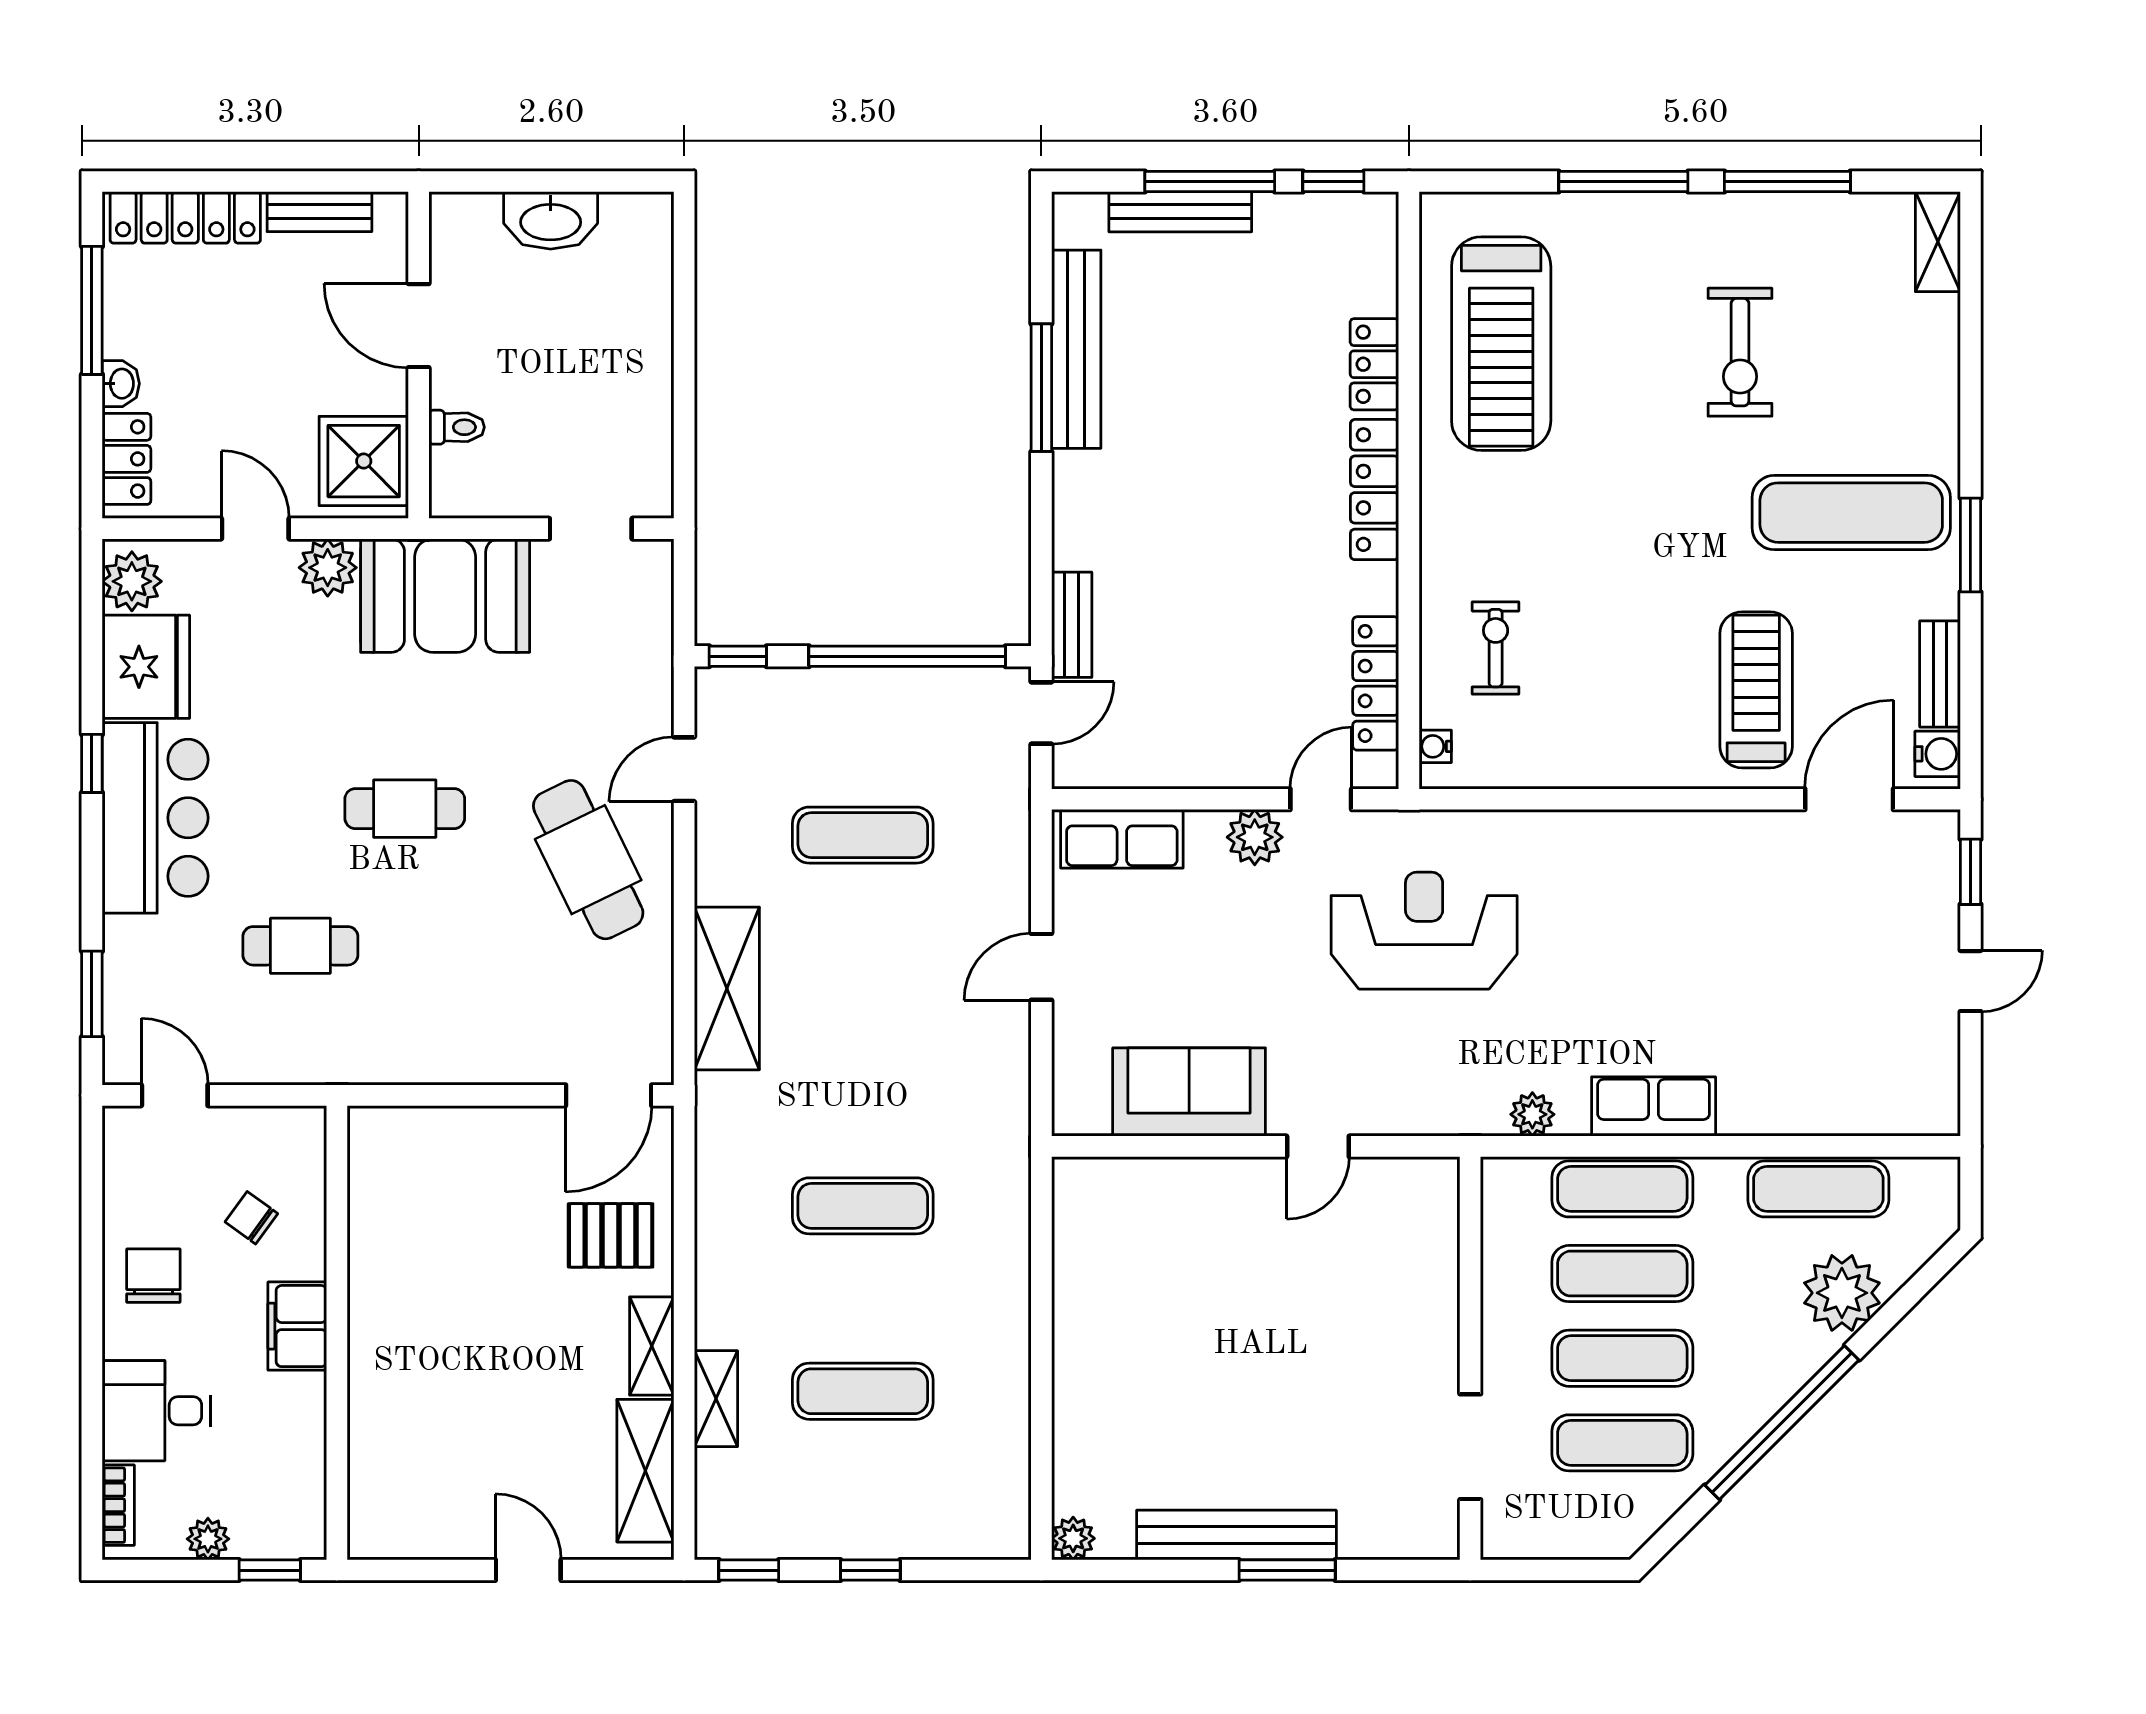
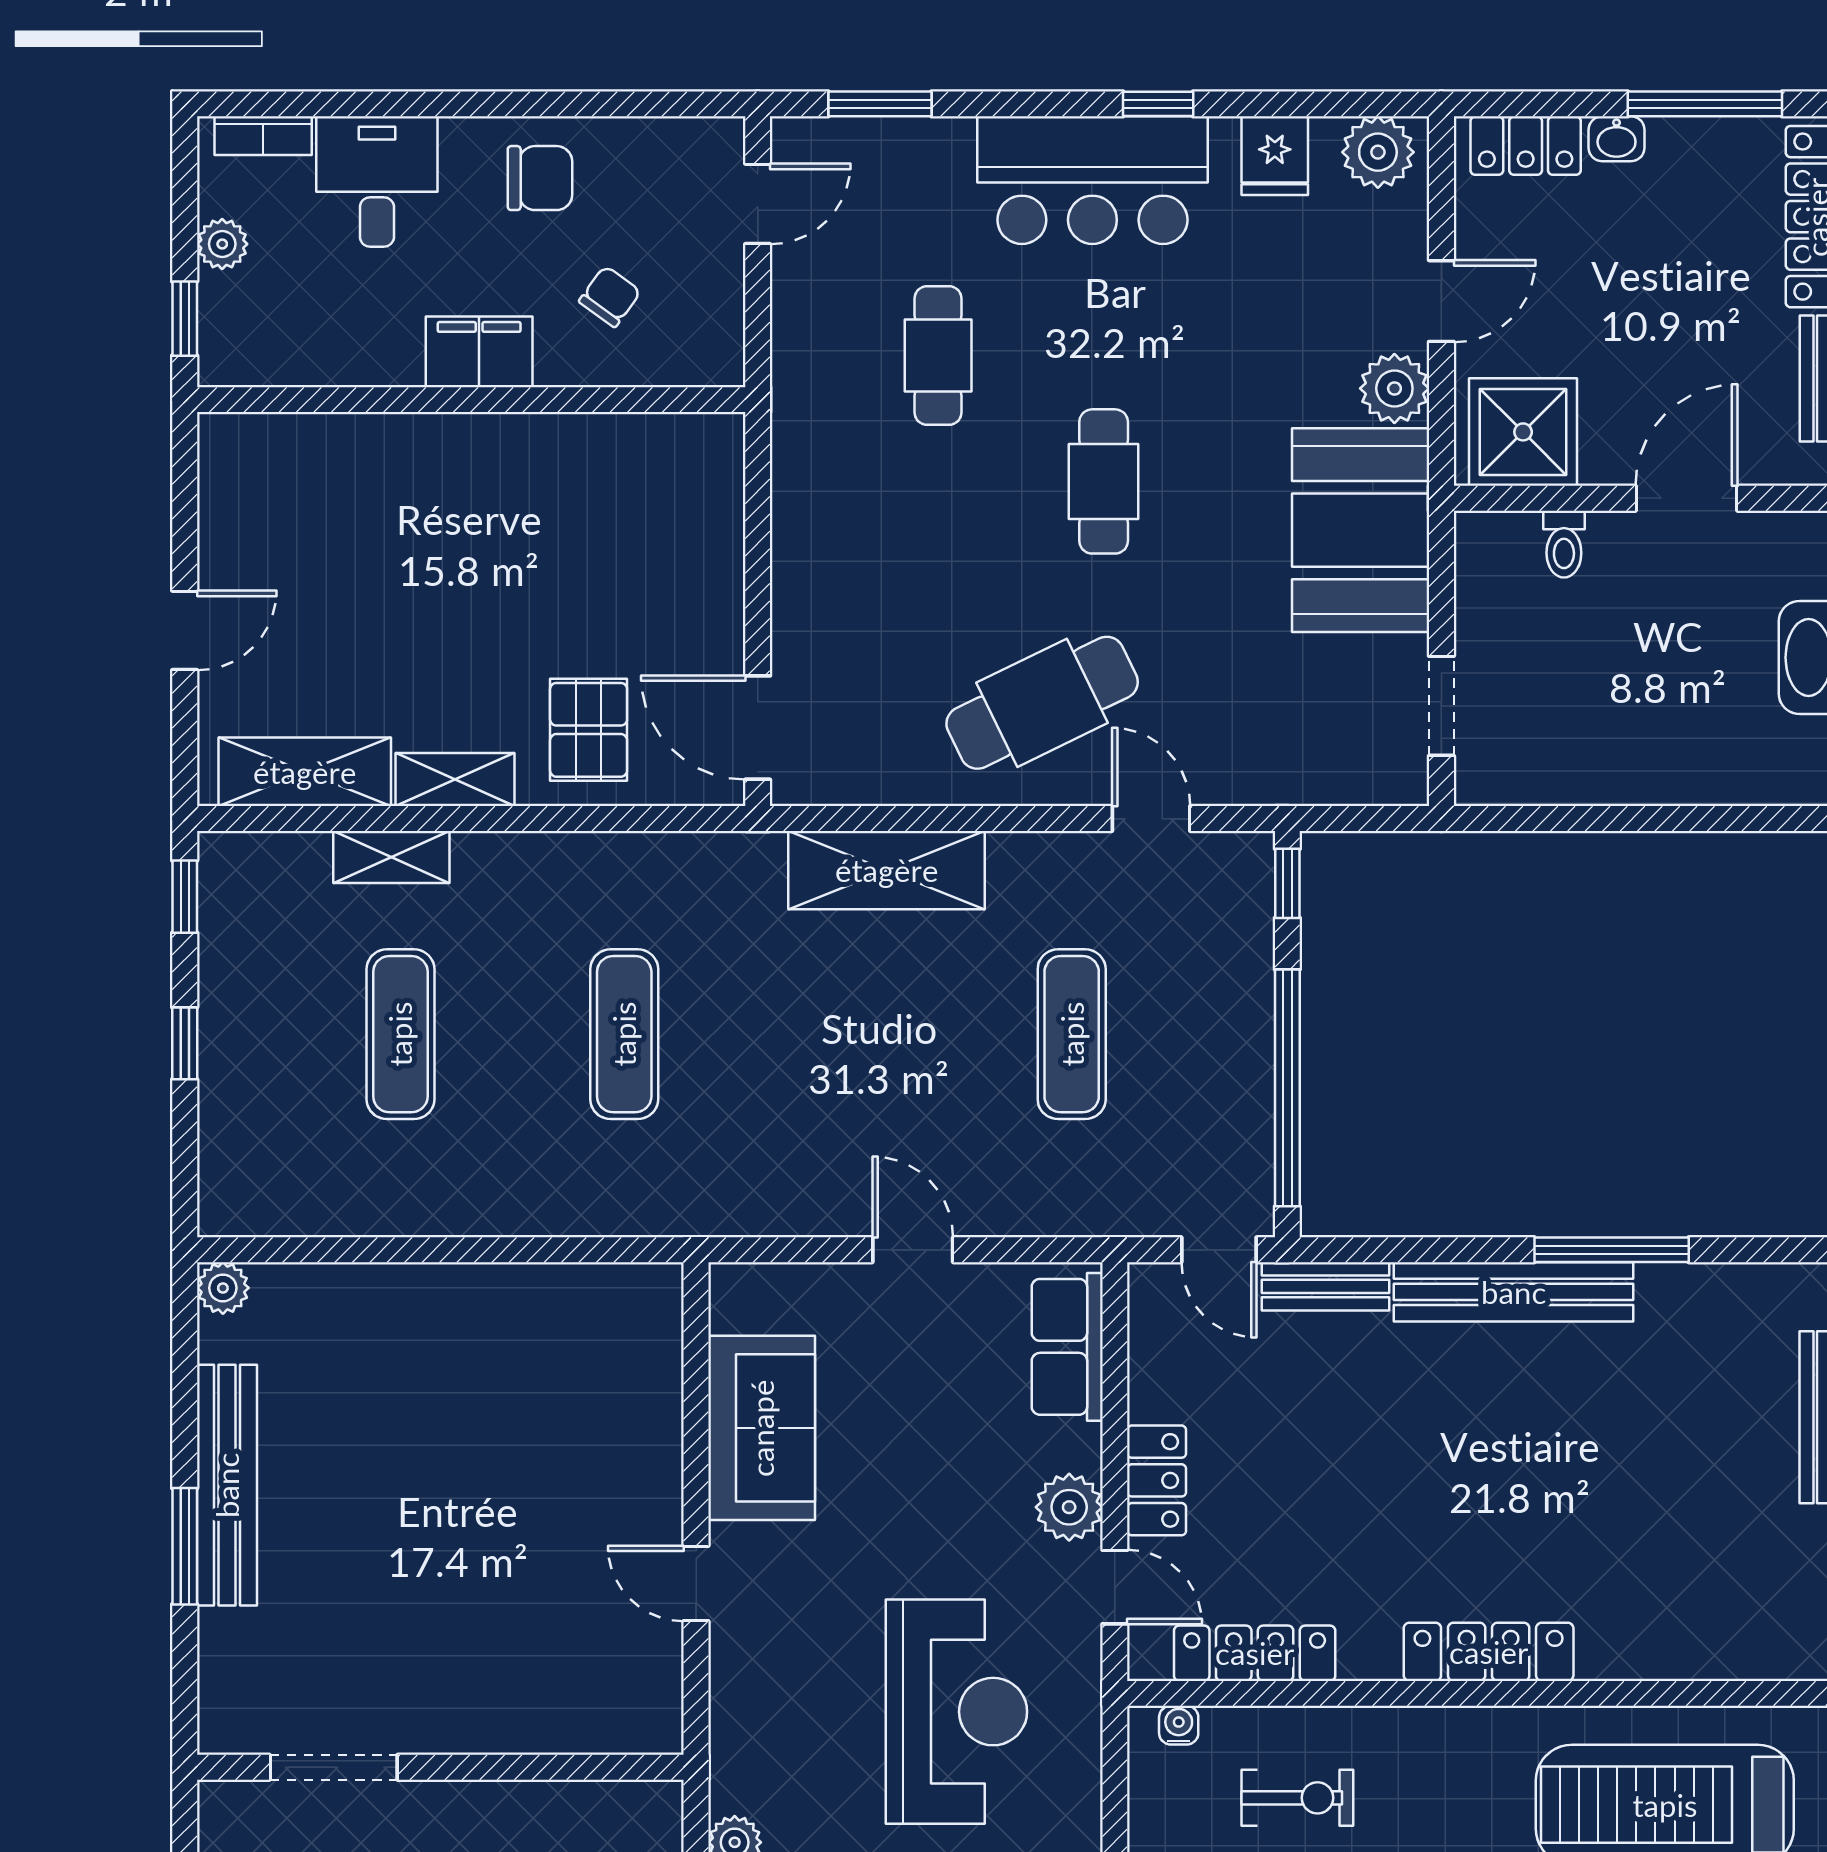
bench: (1076, 349) -> (1514, 1292), moved
locker: (1374, 364) -> (1157, 1480), moved, turned 90
fridge: (146, 667) -> (1275, 156), width x0.53, depth x0.75

